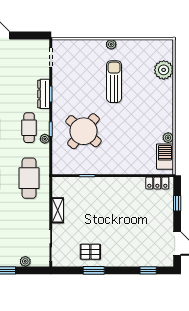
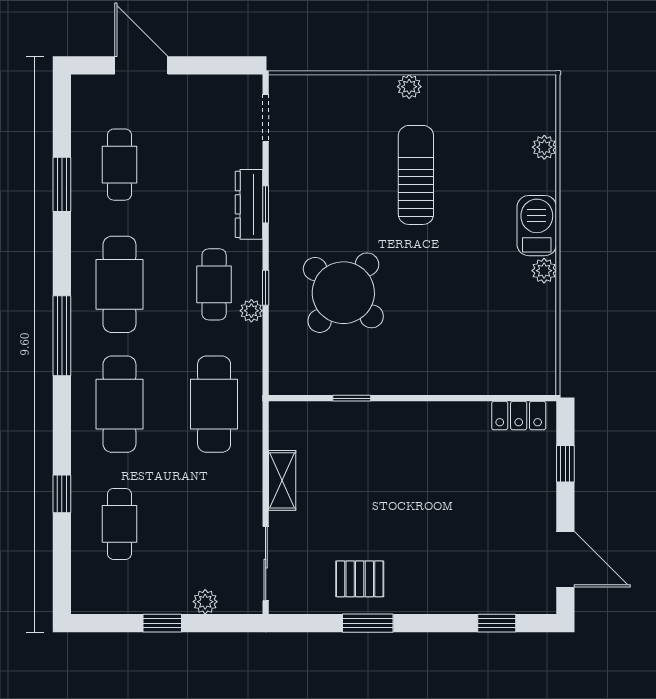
plant: (164, 70) -> (544, 147), width x0.53, depth x0.53
plant: (168, 138) -> (544, 271), moved
barbecue: (165, 157) -> (537, 226), moved

